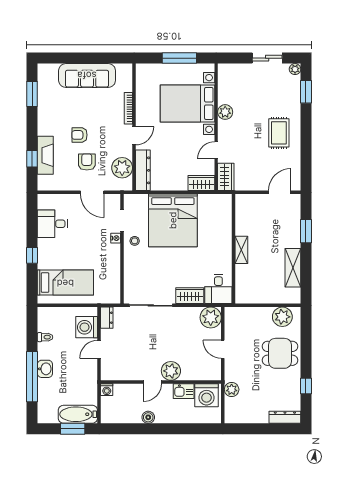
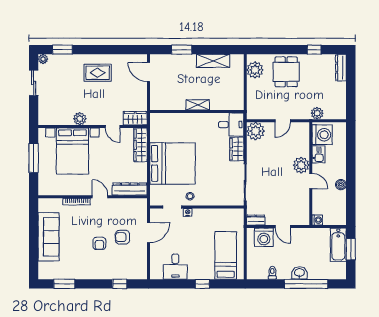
fireplace: (45, 155) -> (117, 273), removed
plant: (122, 168) -> (127, 207), removed
wardrobe: (201, 183) -> (141, 145), width x1.50

